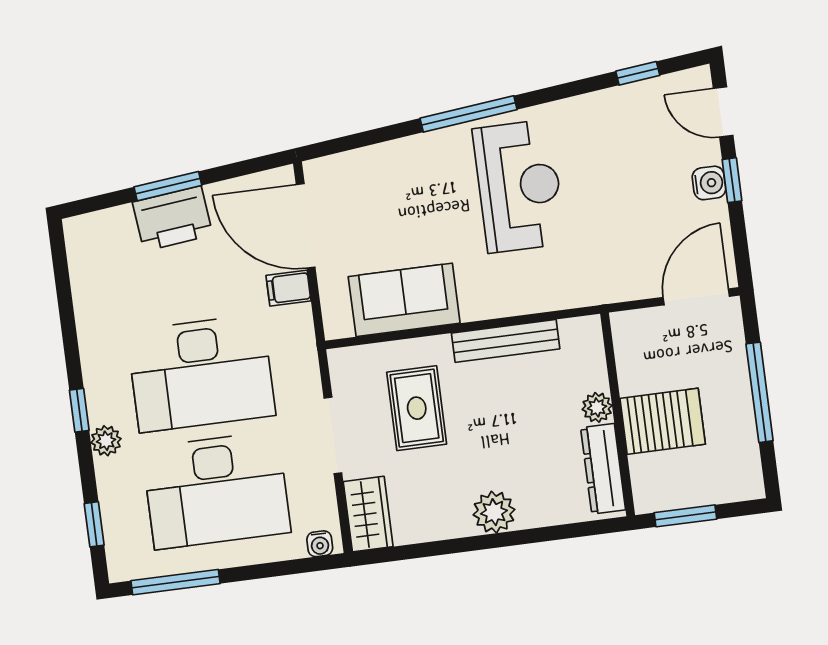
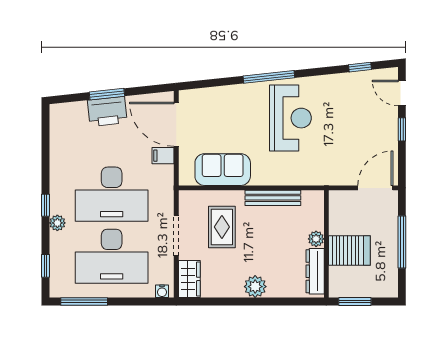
water cooler: (709, 183) -> (390, 129), removed

